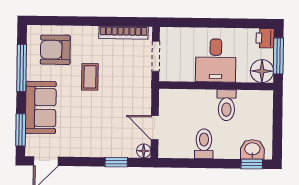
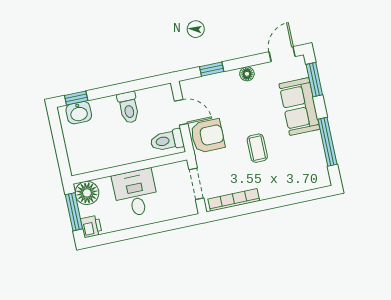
armchair: (55, 50) -> (208, 136), moved
toilet: (226, 105) -> (167, 140), moved, turned -90
floor lamp: (144, 151) -> (247, 74), moved

